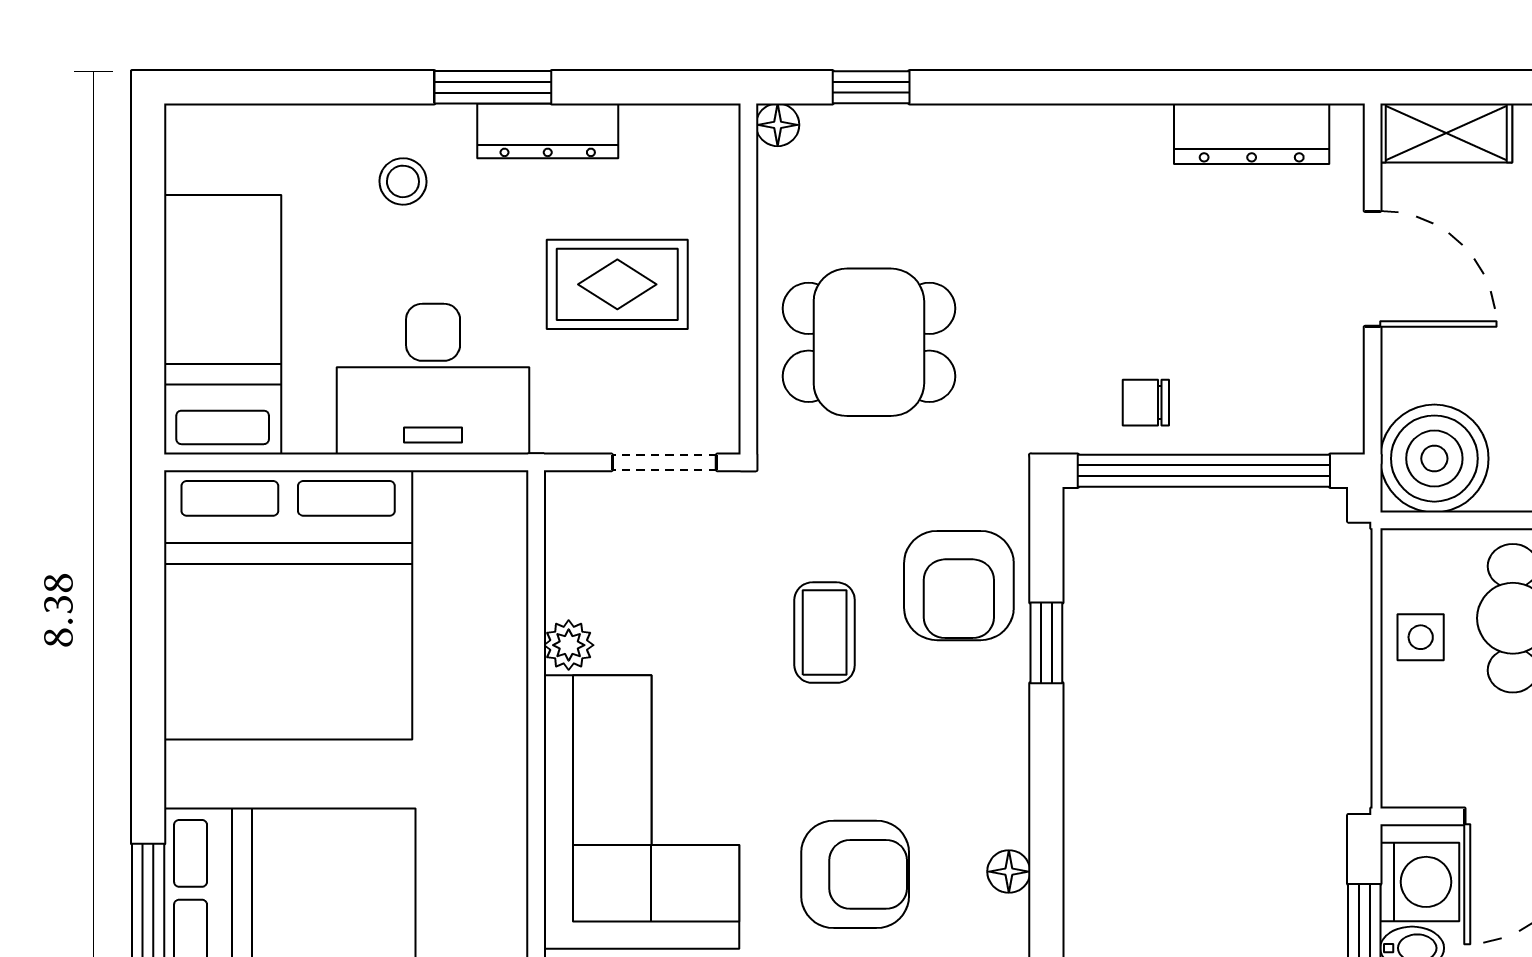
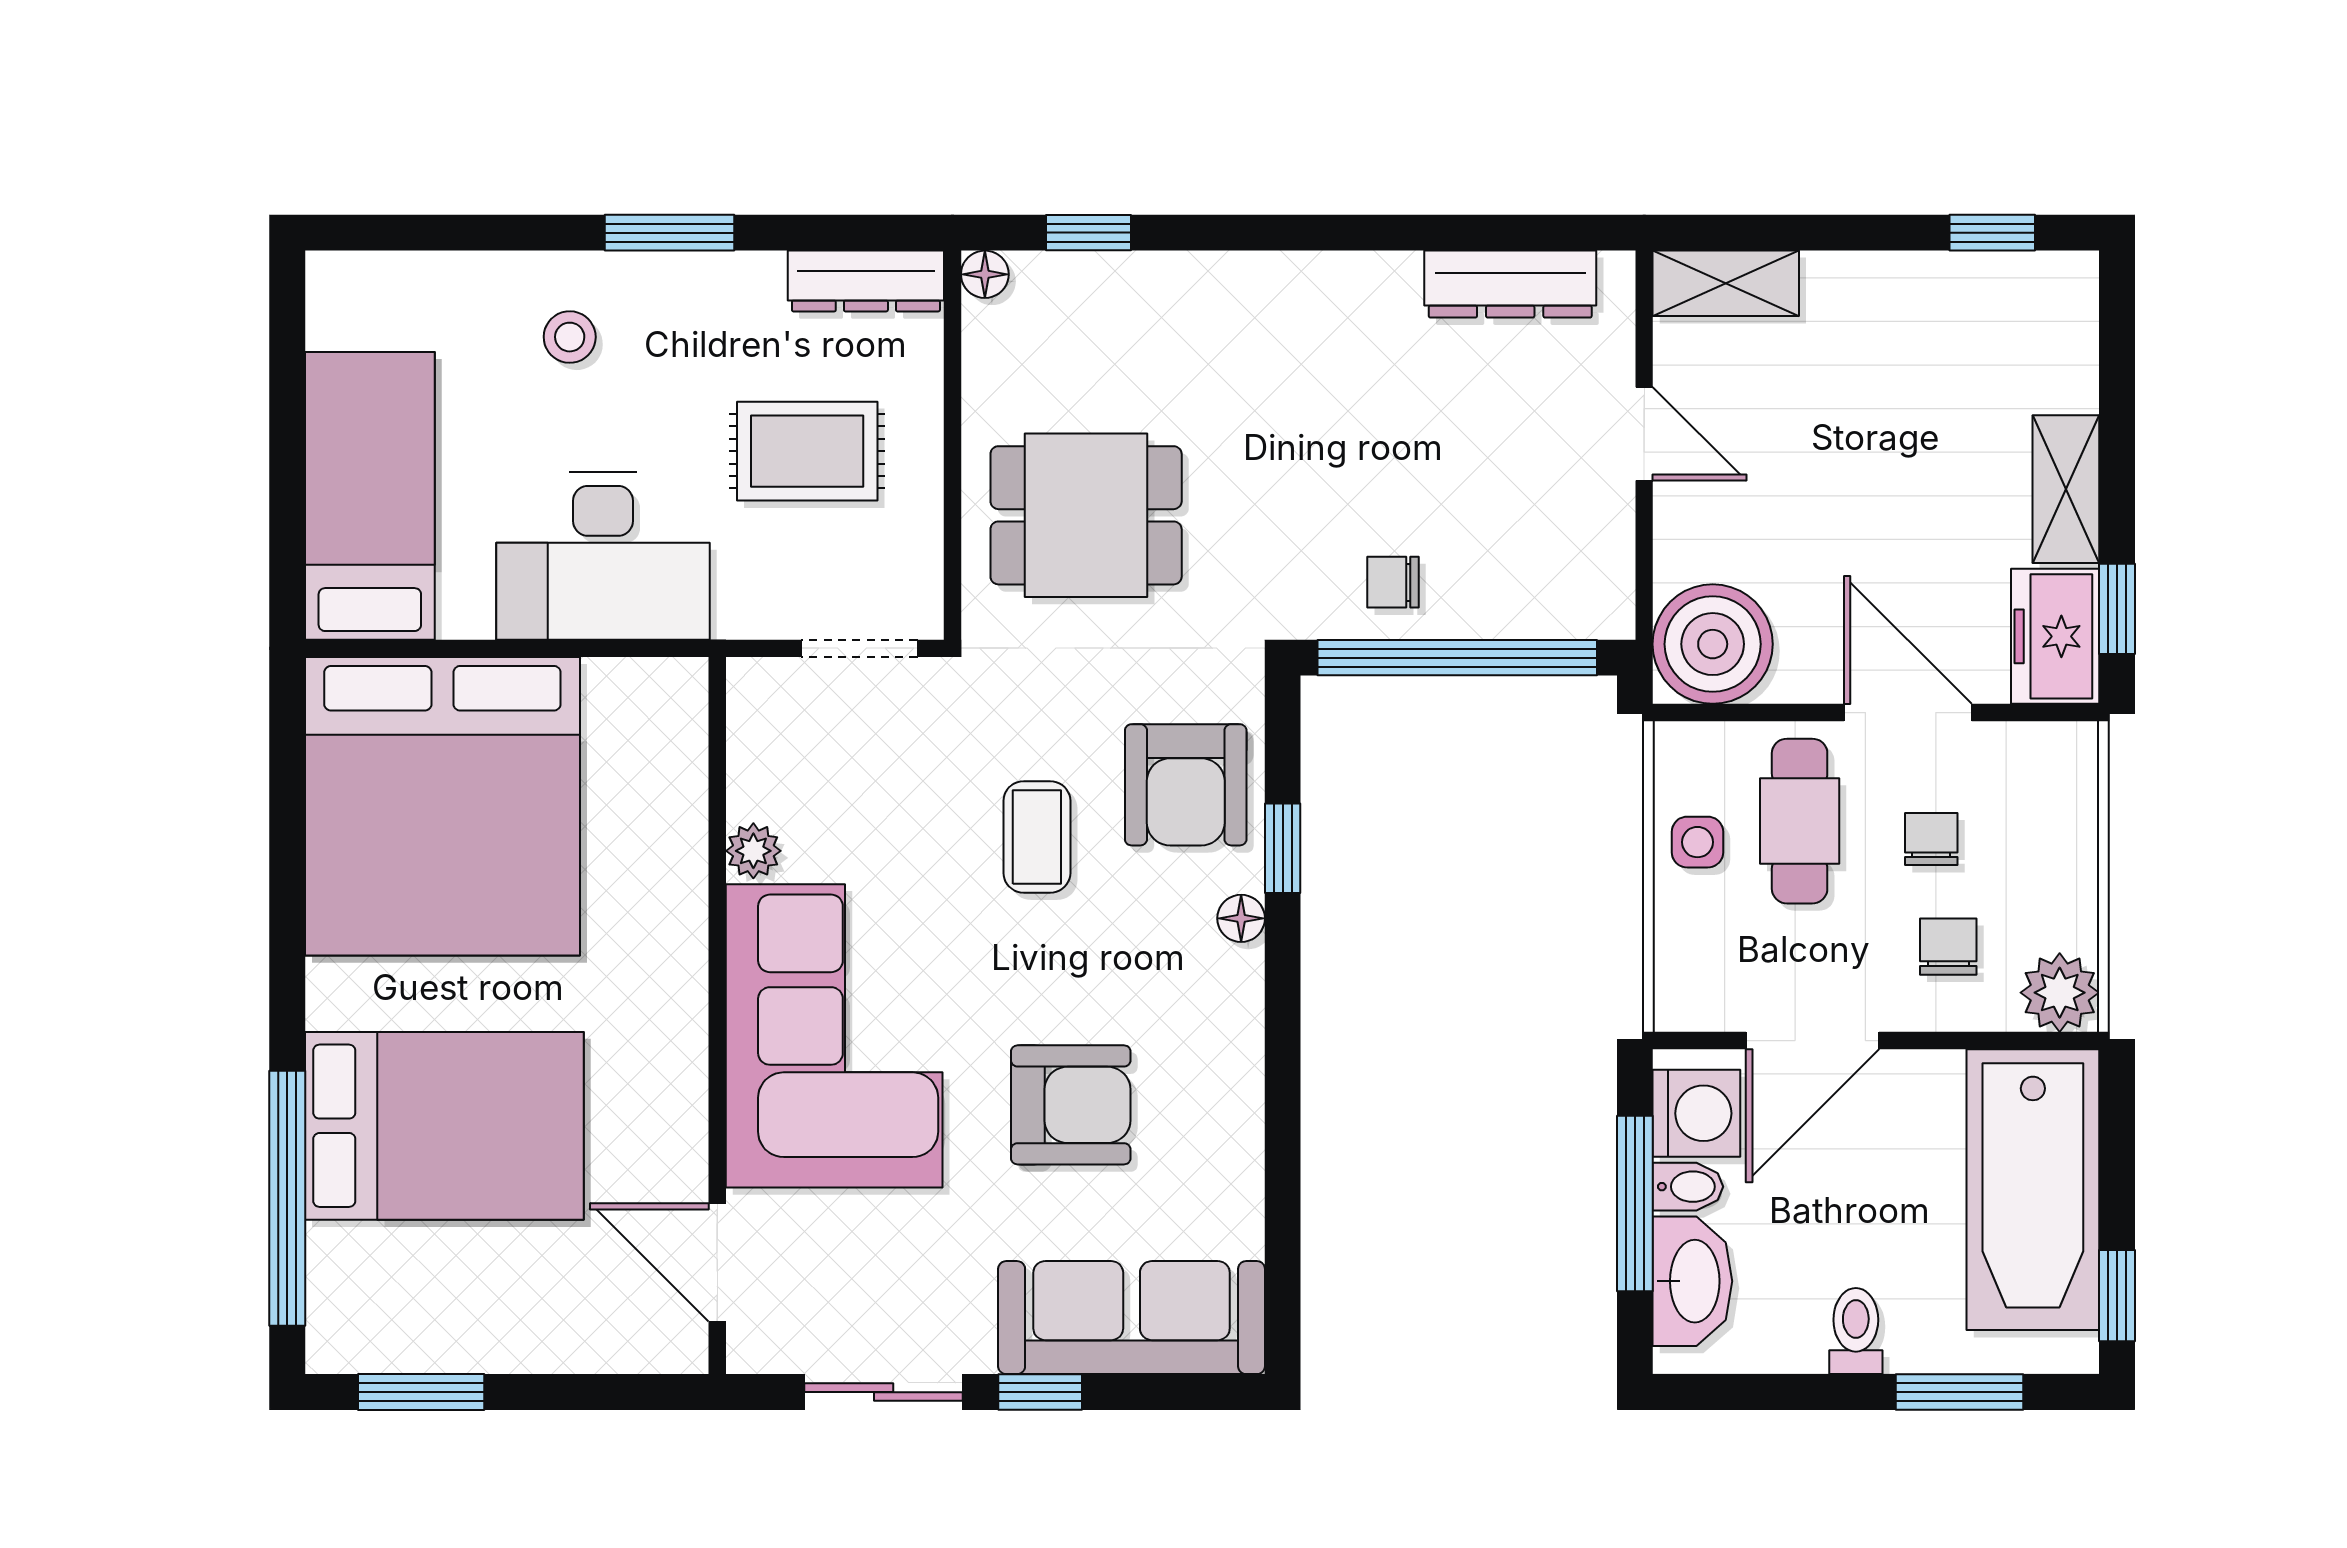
dresser: (548, 131) -> (866, 281), moved
door: (1373, 269) -> (1644, 434), width x0.73
floor lamp: (1009, 872) -> (1241, 918), moved

